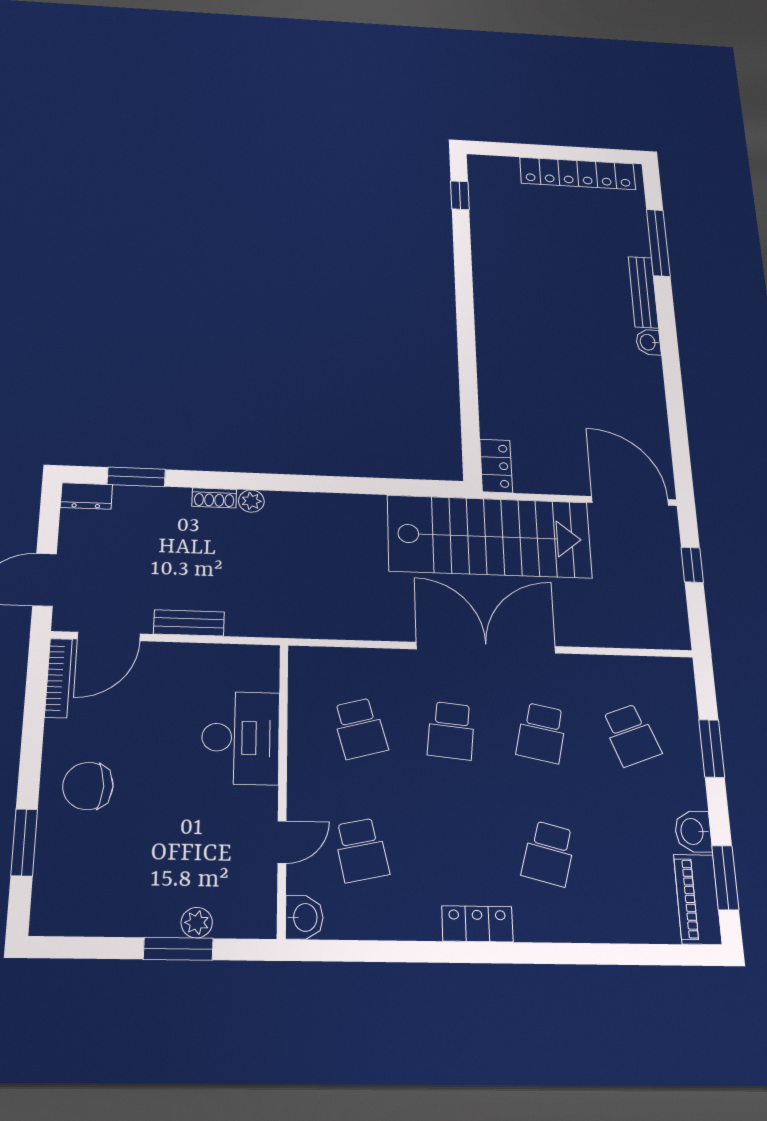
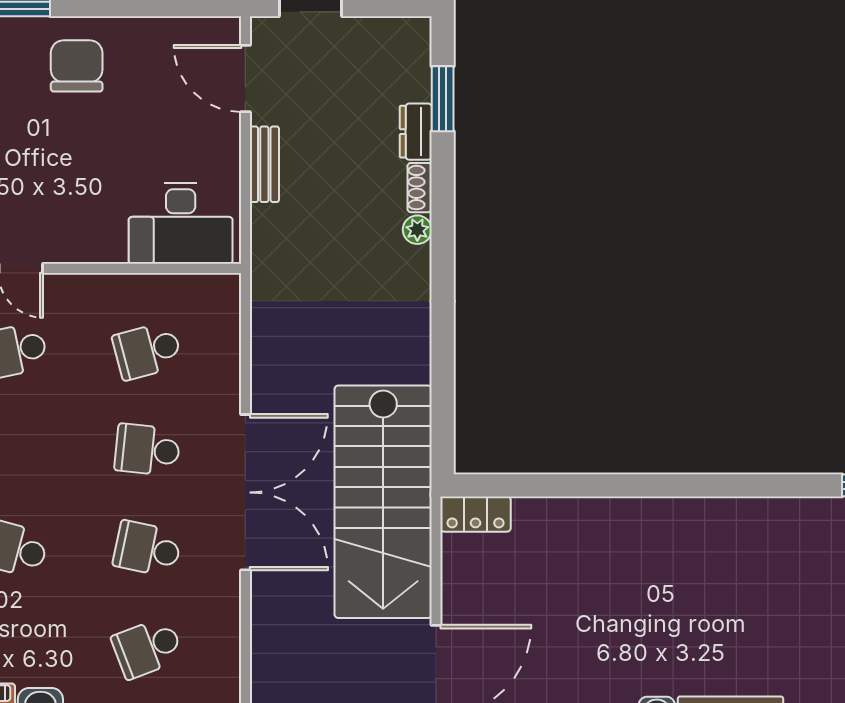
dresser: (86, 496) -> (416, 132), moved
bookcase: (58, 678) -> (196, 28), removed
desk: (241, 738) -> (181, 223), moved

